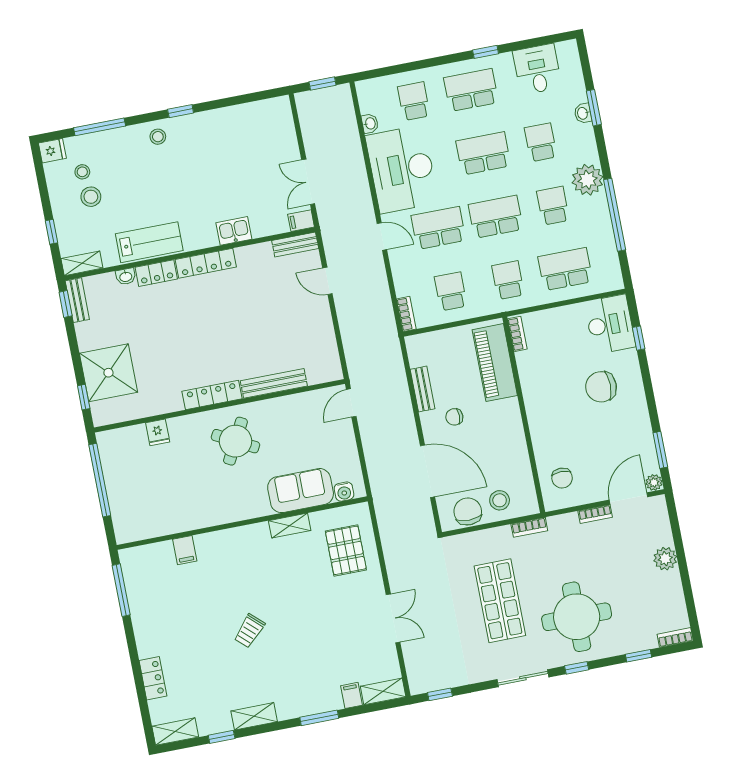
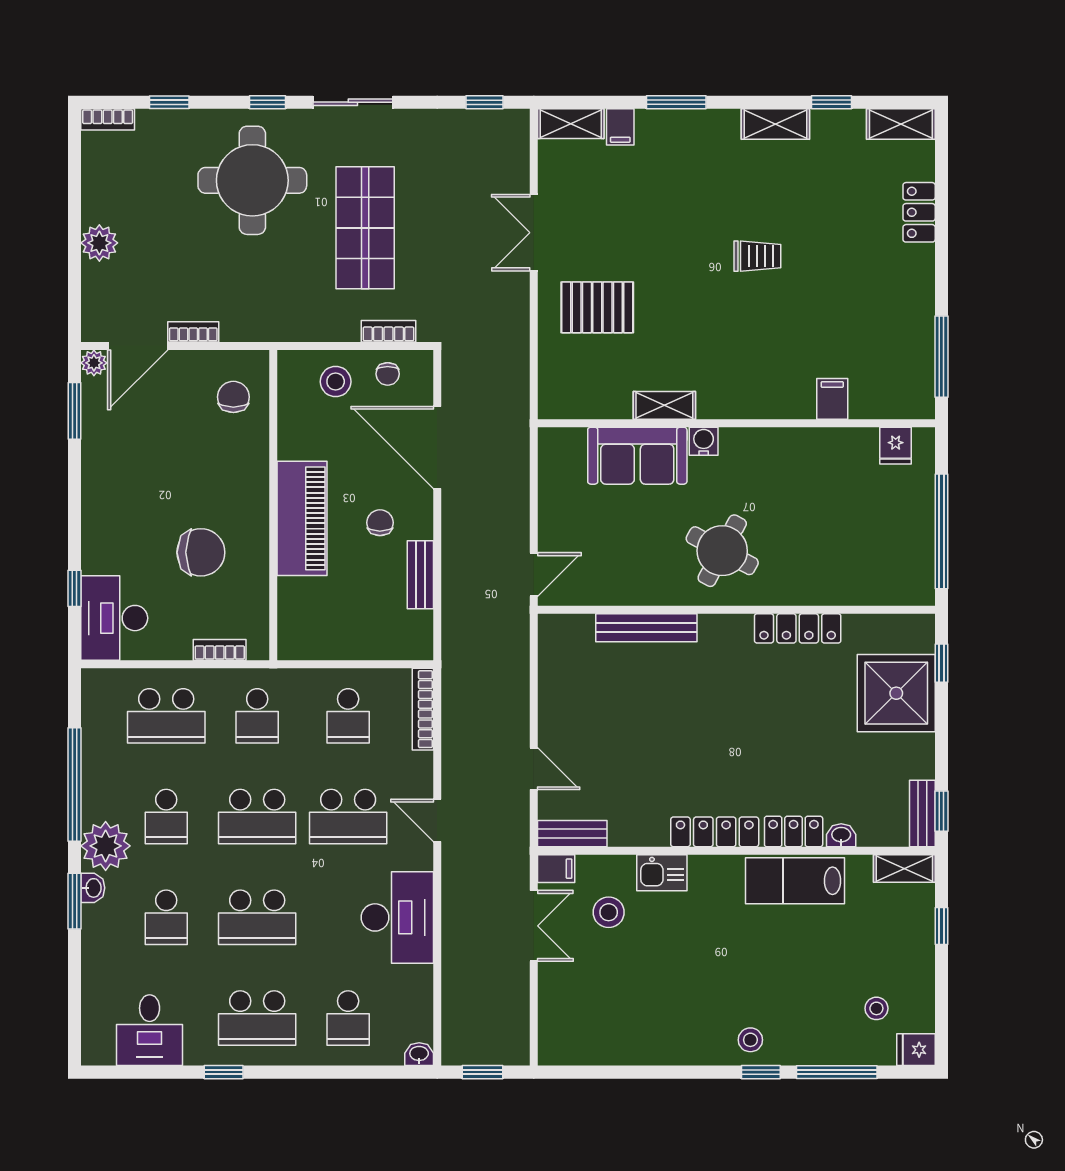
window: (594, 108) -> (74, 901), moved
window: (181, 111) -> (761, 1072), moved
washbasin: (583, 113) -> (93, 888), moved
washbasin: (370, 123) -> (419, 1054), moved, turned 90
desk: (402, 169) -> (397, 917), width x0.73, depth x0.77
stool: (91, 197) -> (609, 912), moved
bookcase: (406, 314) -> (423, 709), width x1.56
bookcase: (517, 334) -> (220, 650), moved, turned 90
piano: (495, 363) -> (302, 518), moved
chair: (601, 387) -> (201, 552), moved
locker: (212, 395) -> (798, 628), moved
chair: (454, 417) -> (380, 523), turned -90
fridge: (158, 432) -> (896, 446), moved, turned 180
water cooler: (344, 492) -> (704, 441), moved
chair: (468, 511) -> (388, 374), width x0.54, depth x0.54
bookcase: (529, 527) -> (389, 331), moved
pallet: (346, 550) -> (597, 307), moved, turned 90
trolley: (249, 631) -> (757, 256), turned 47

